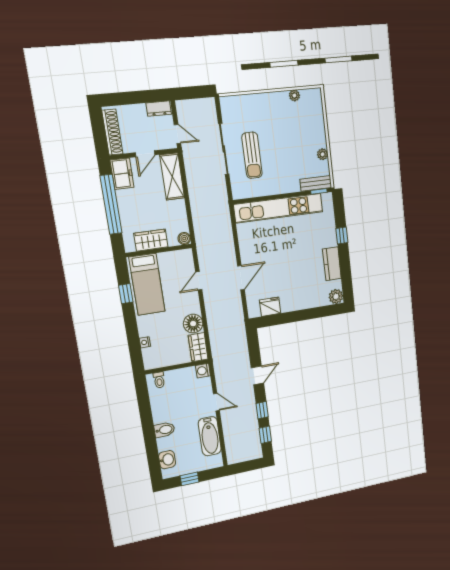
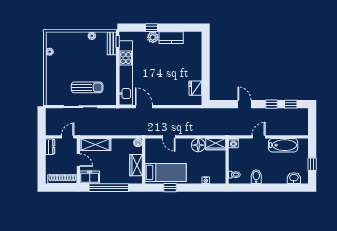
door: (241, 278) -> (144, 107), moved
plant: (336, 297) -> (153, 37), moved
bidet: (164, 430) -> (256, 177), moved

